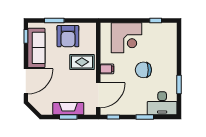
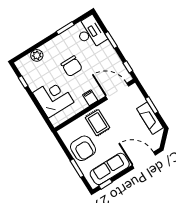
armchair: (68, 36) -> (83, 148), turned 90
plant: (171, 46) -> (37, 55), added
fireplace: (68, 109) -> (150, 118), moved

